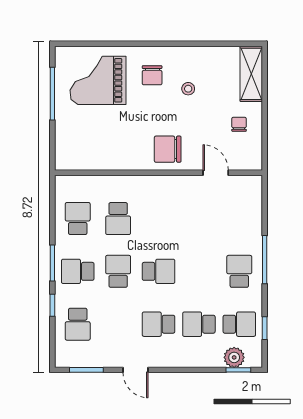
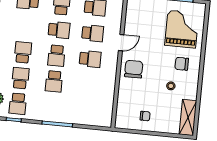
shelving: (251, 74) -> (188, 117), moved, turned 90
door: (216, 173) -> (121, 43), moved
school desk: (118, 219) -> (93, 33), turned 180
school desk: (159, 219) -> (90, 59), added
school desk: (239, 271) -> (54, 81), moved, turned 90

